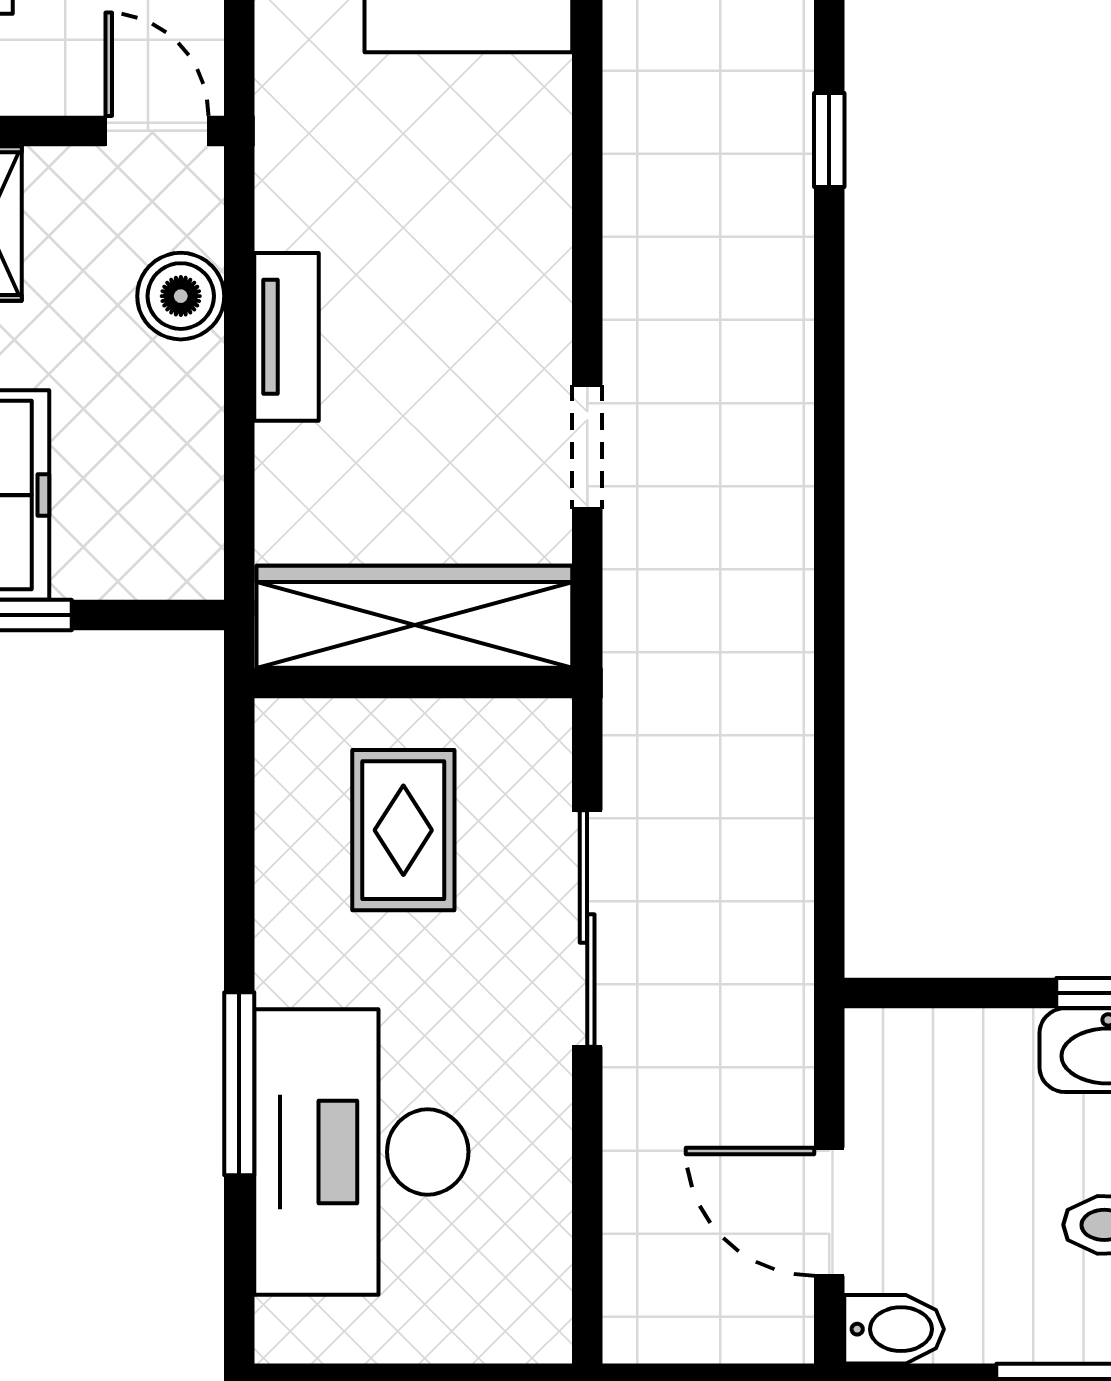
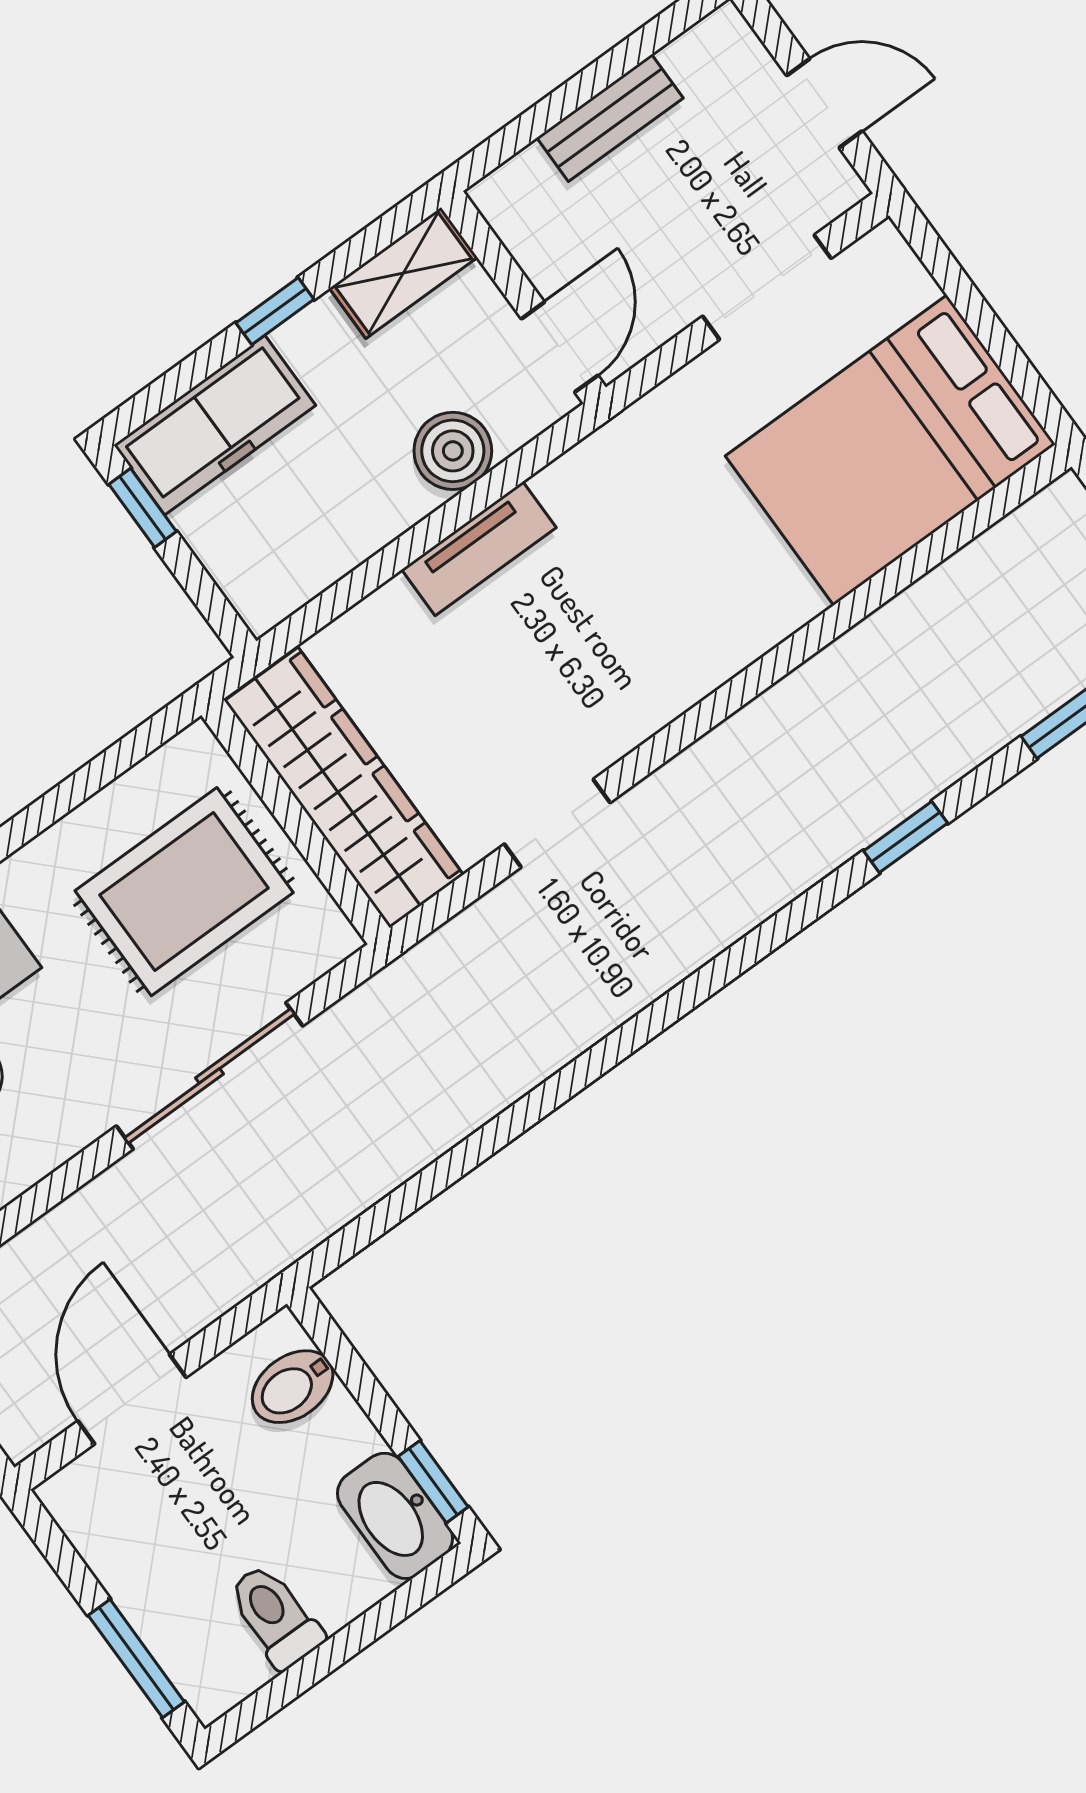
rug: (403, 830) -> (184, 892), width x1.36, depth x1.43
bidet: (894, 1329) -> (293, 1387), moved, turned 90

